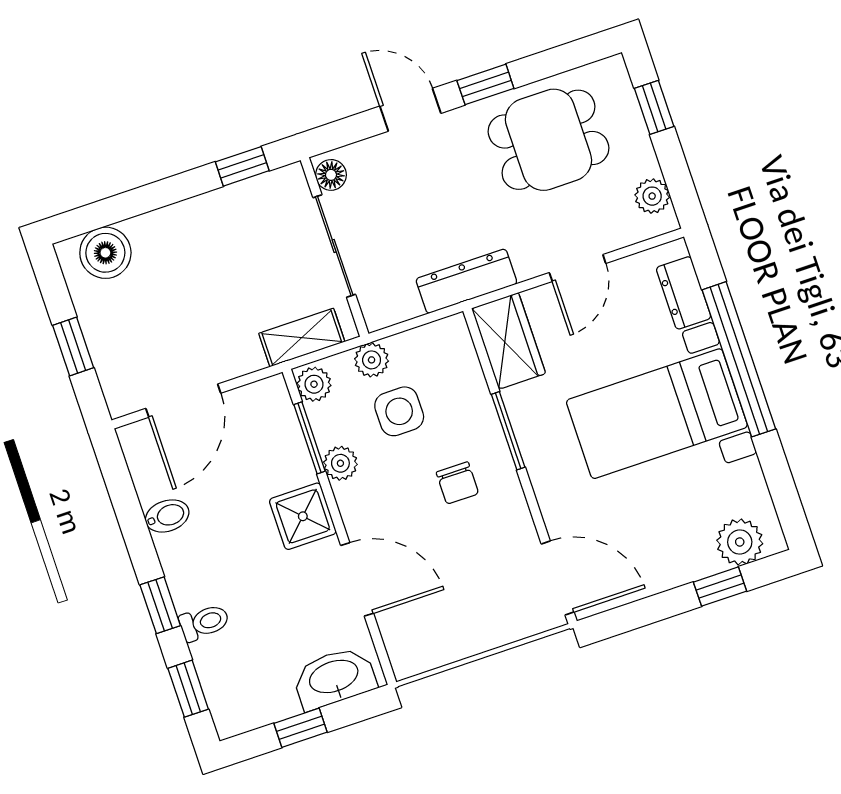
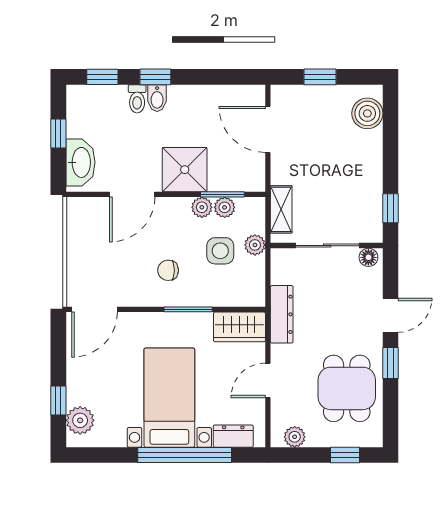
door: (578, 268) -> (268, 380), hinge flipped
plant: (314, 384) -> (225, 207), moved
bidet: (167, 516) -> (157, 98), moved
shower: (303, 516) -> (185, 170), width x1.36, depth x1.36

